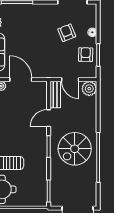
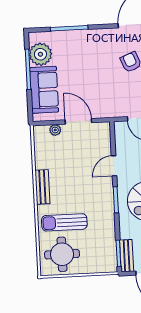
bench: (55, 95) -> (127, 256), moved

